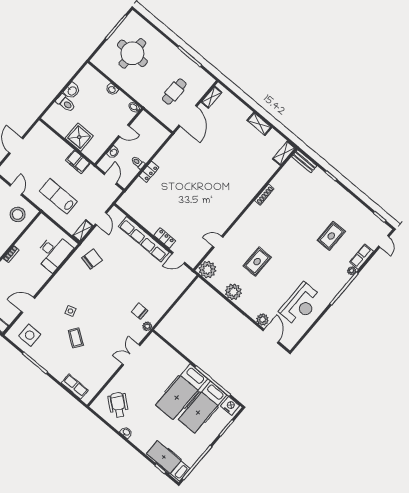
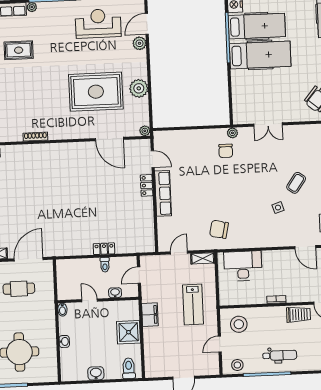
toilet: (66, 103) -> (129, 368), moved
row of seats: (144, 239) -> (163, 193), width x0.73
door: (218, 242) -> (109, 139), width x1.87
rug: (257, 262) -> (96, 92), width x1.86, depth x2.06
plant: (207, 270) -> (145, 131), width x0.53, depth x0.53

